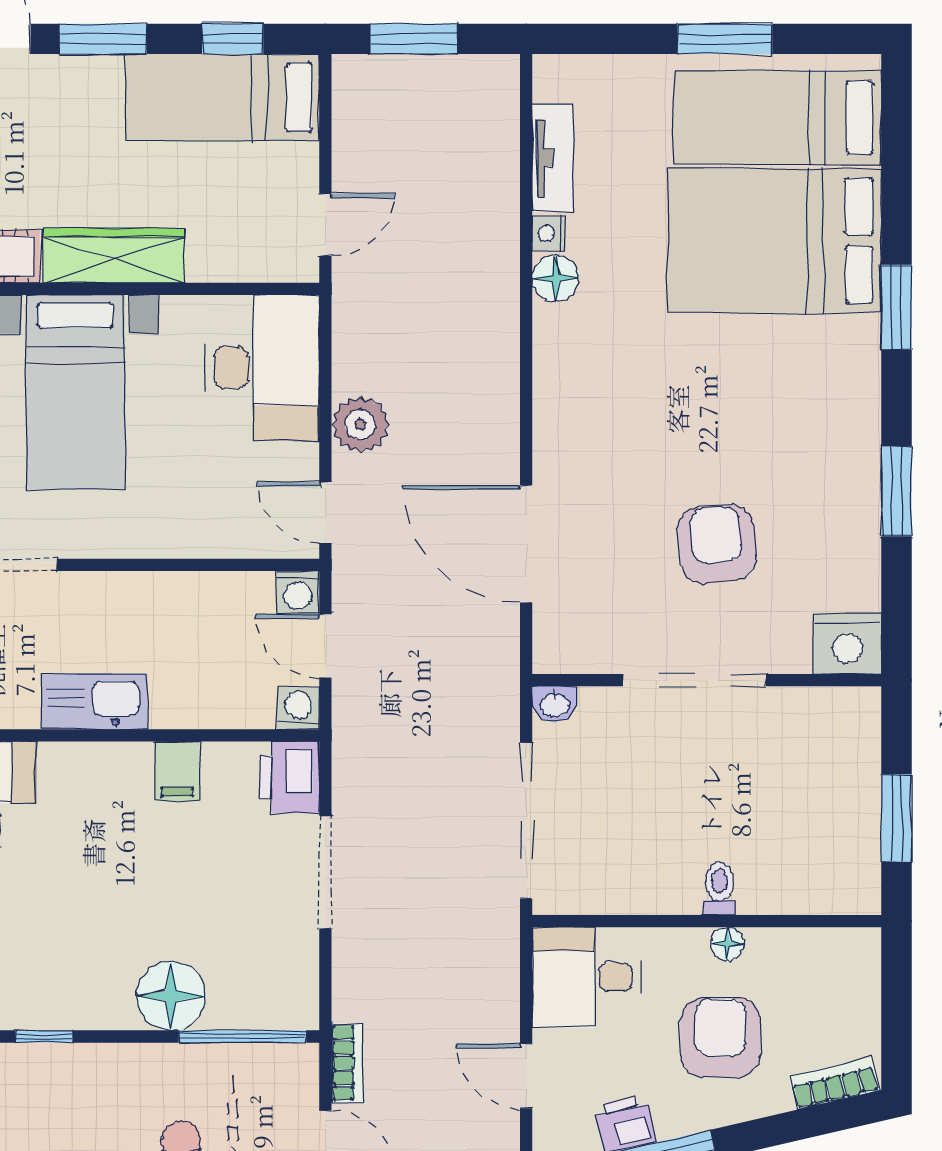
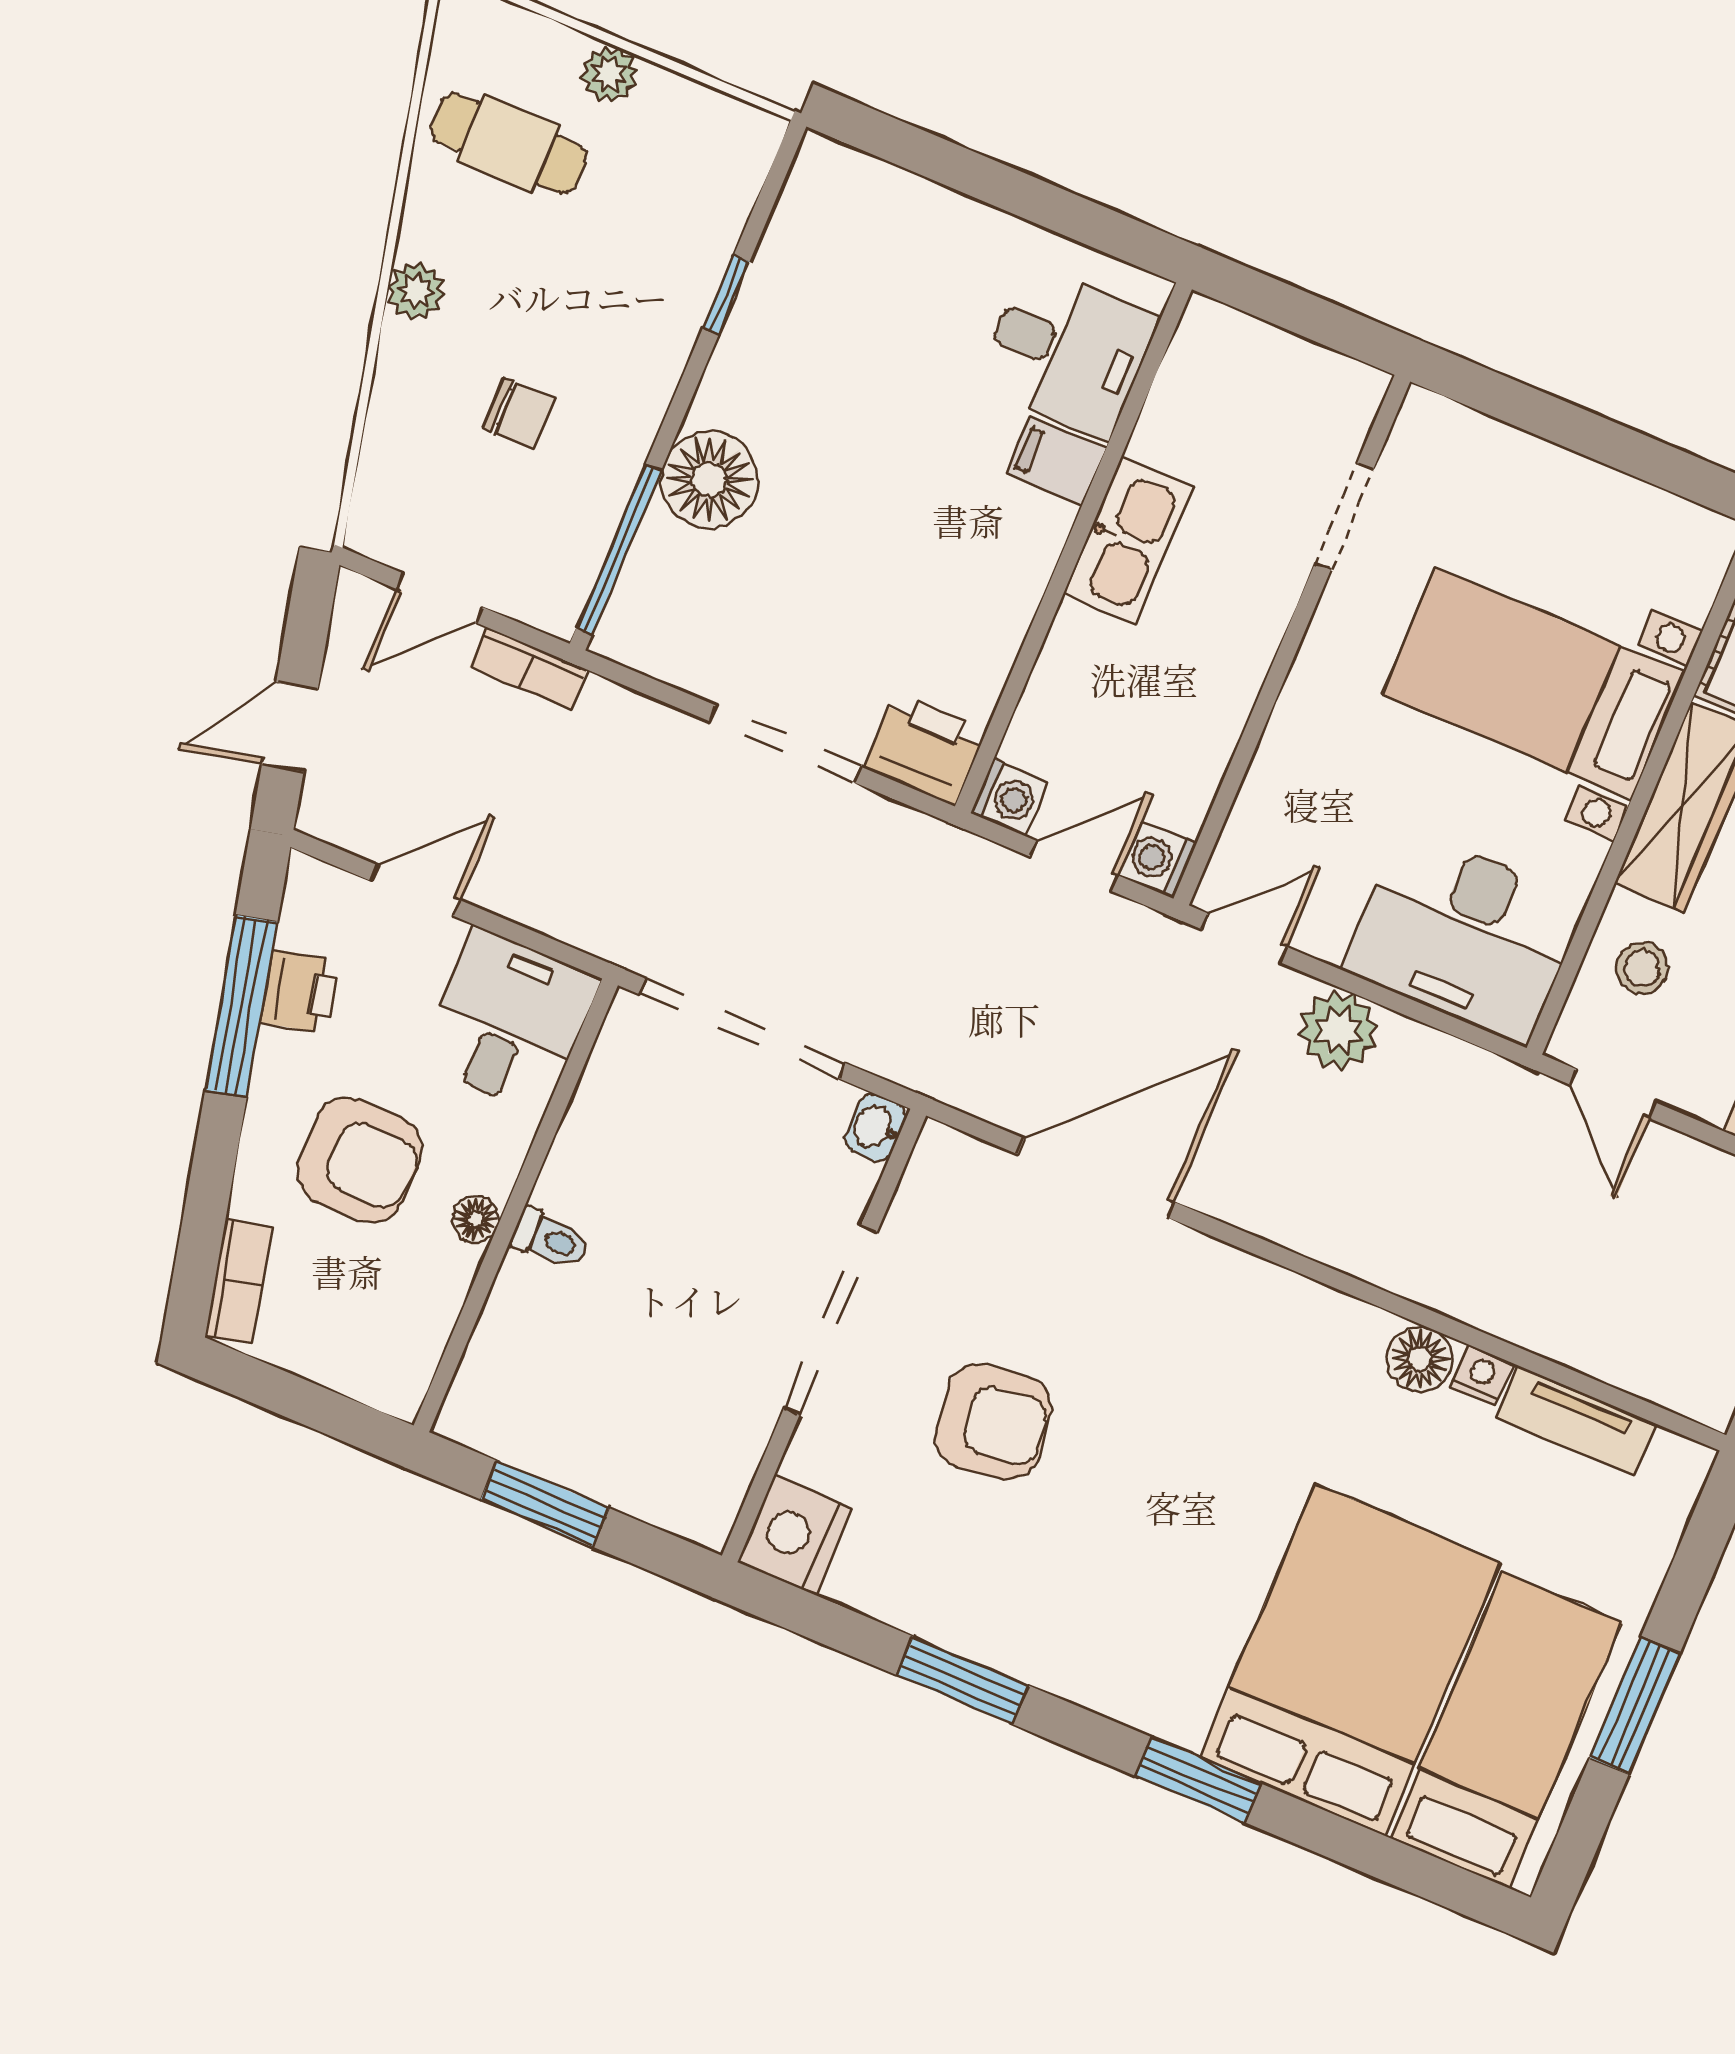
stool: (234, 241) -> (1642, 968), added
filing cabinet: (177, 771) -> (1056, 461), moved

